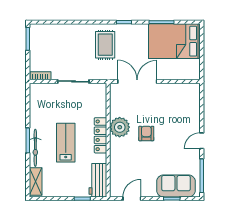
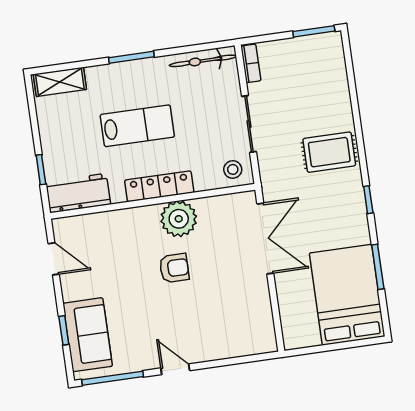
rug: (105, 45) -> (329, 152), moved
stool: (97, 94) -> (233, 169), added
bicycle: (35, 148) -> (203, 61), moved

